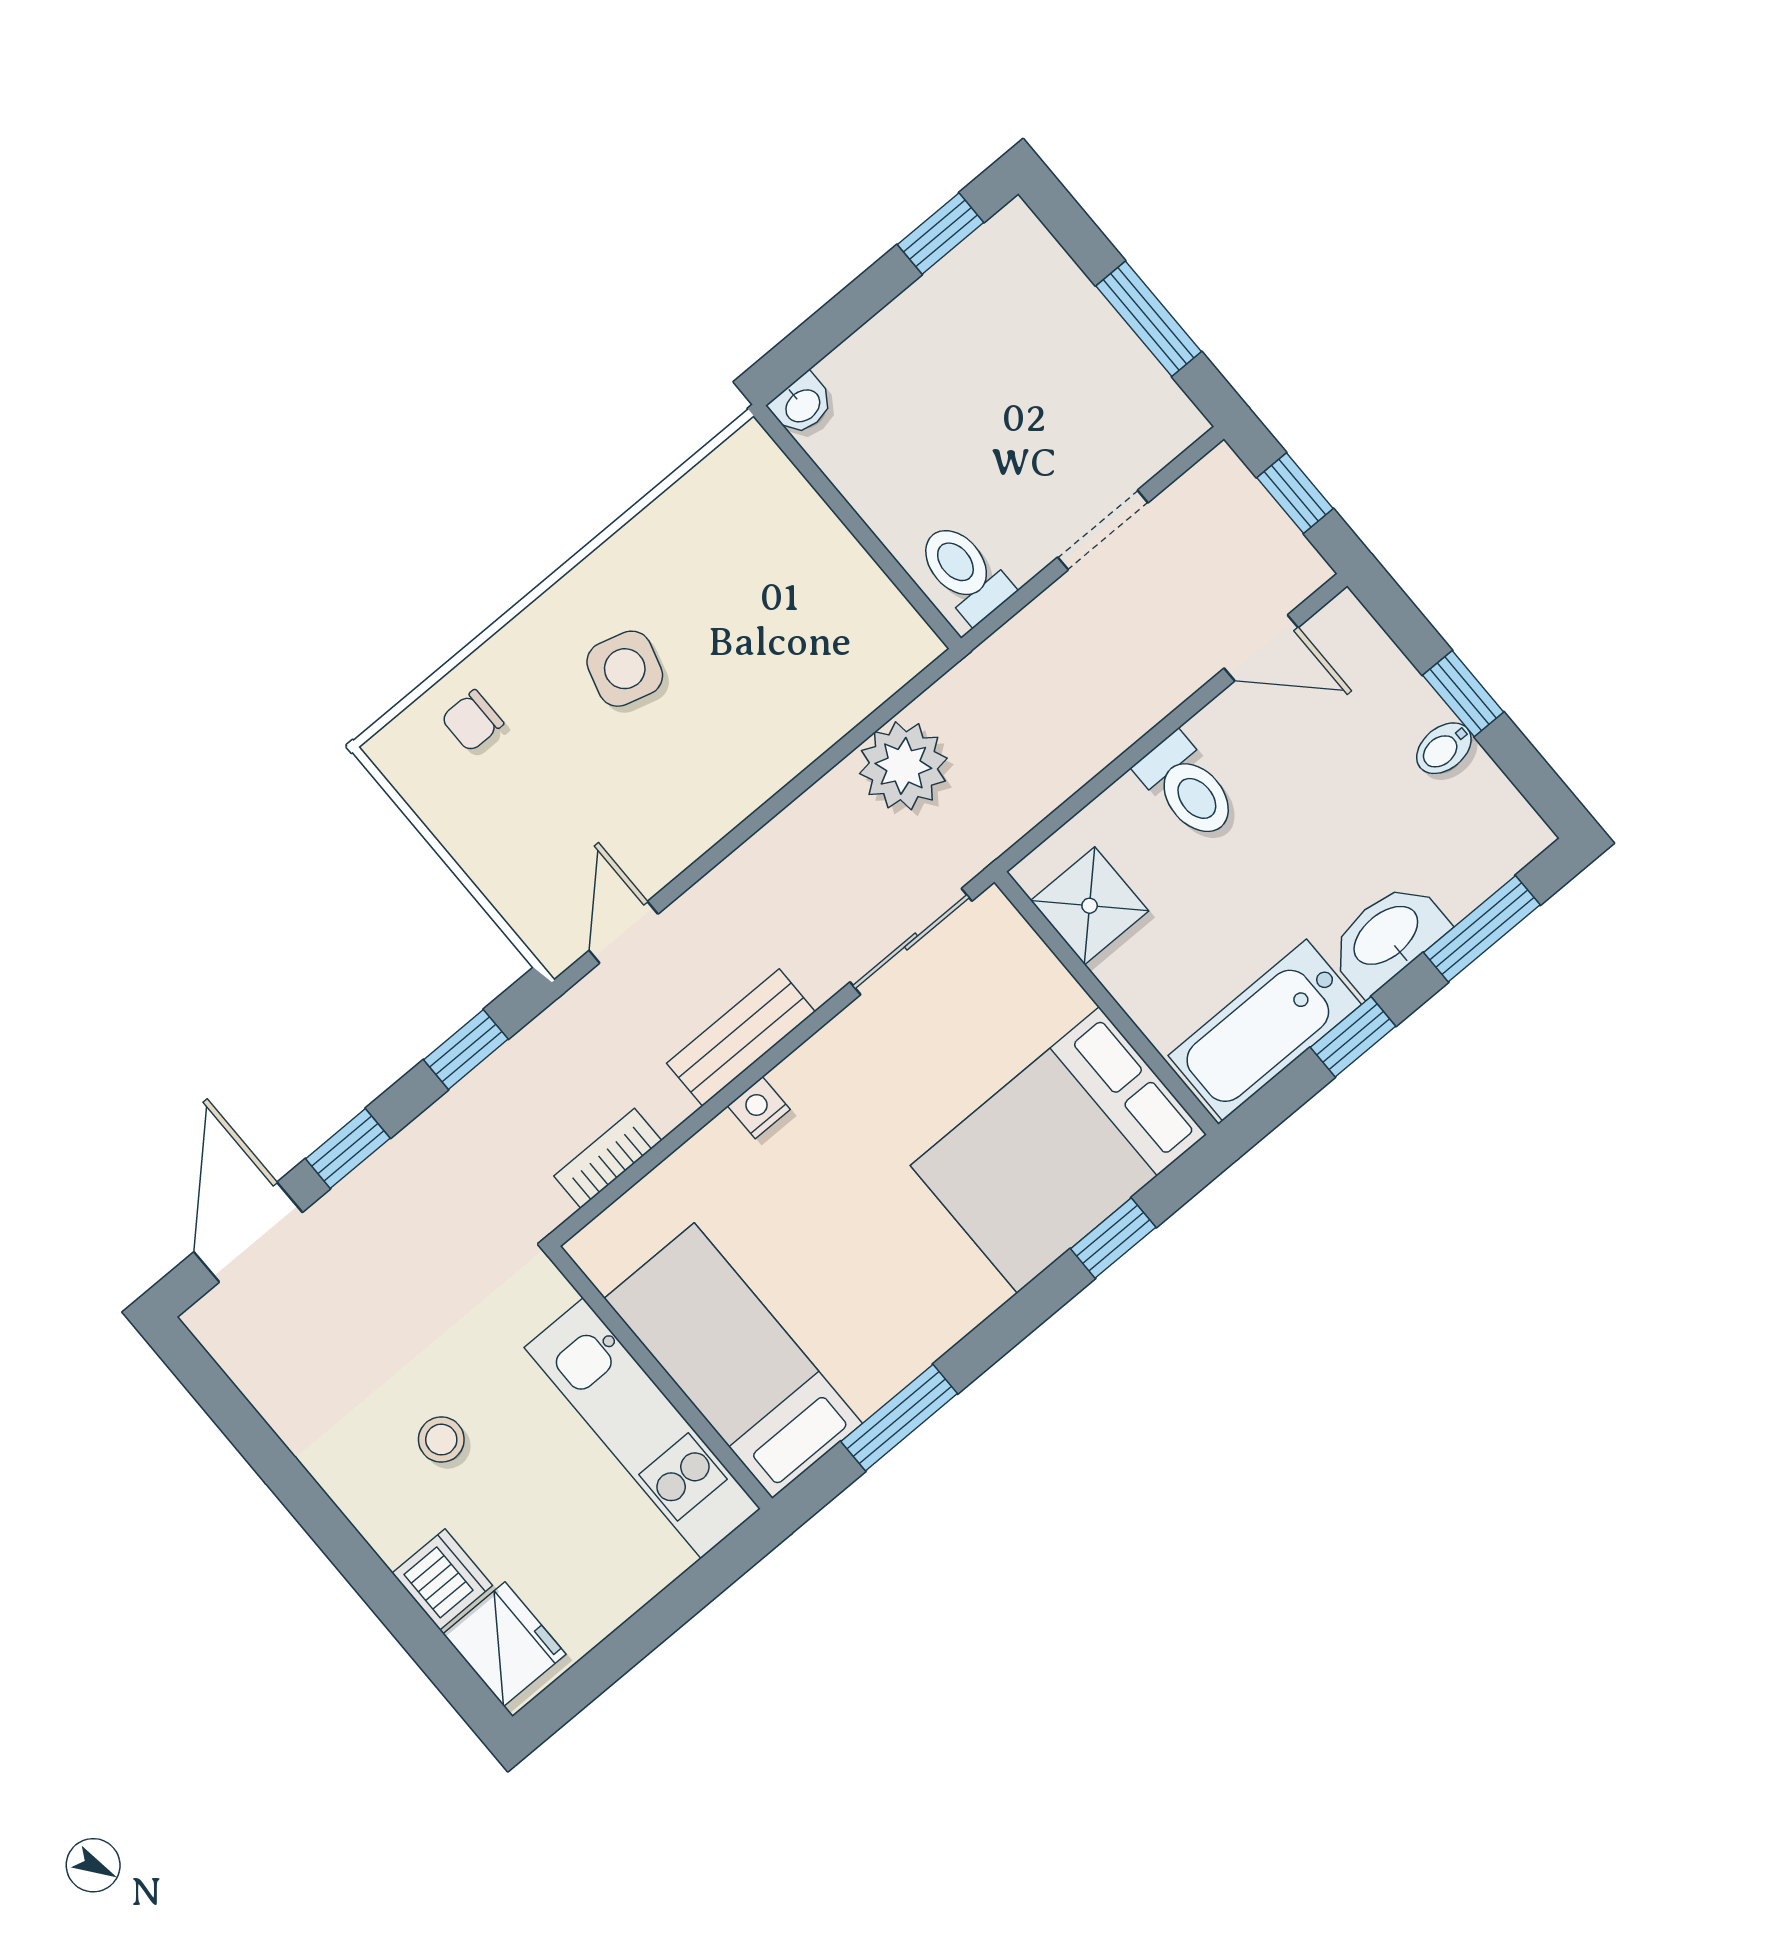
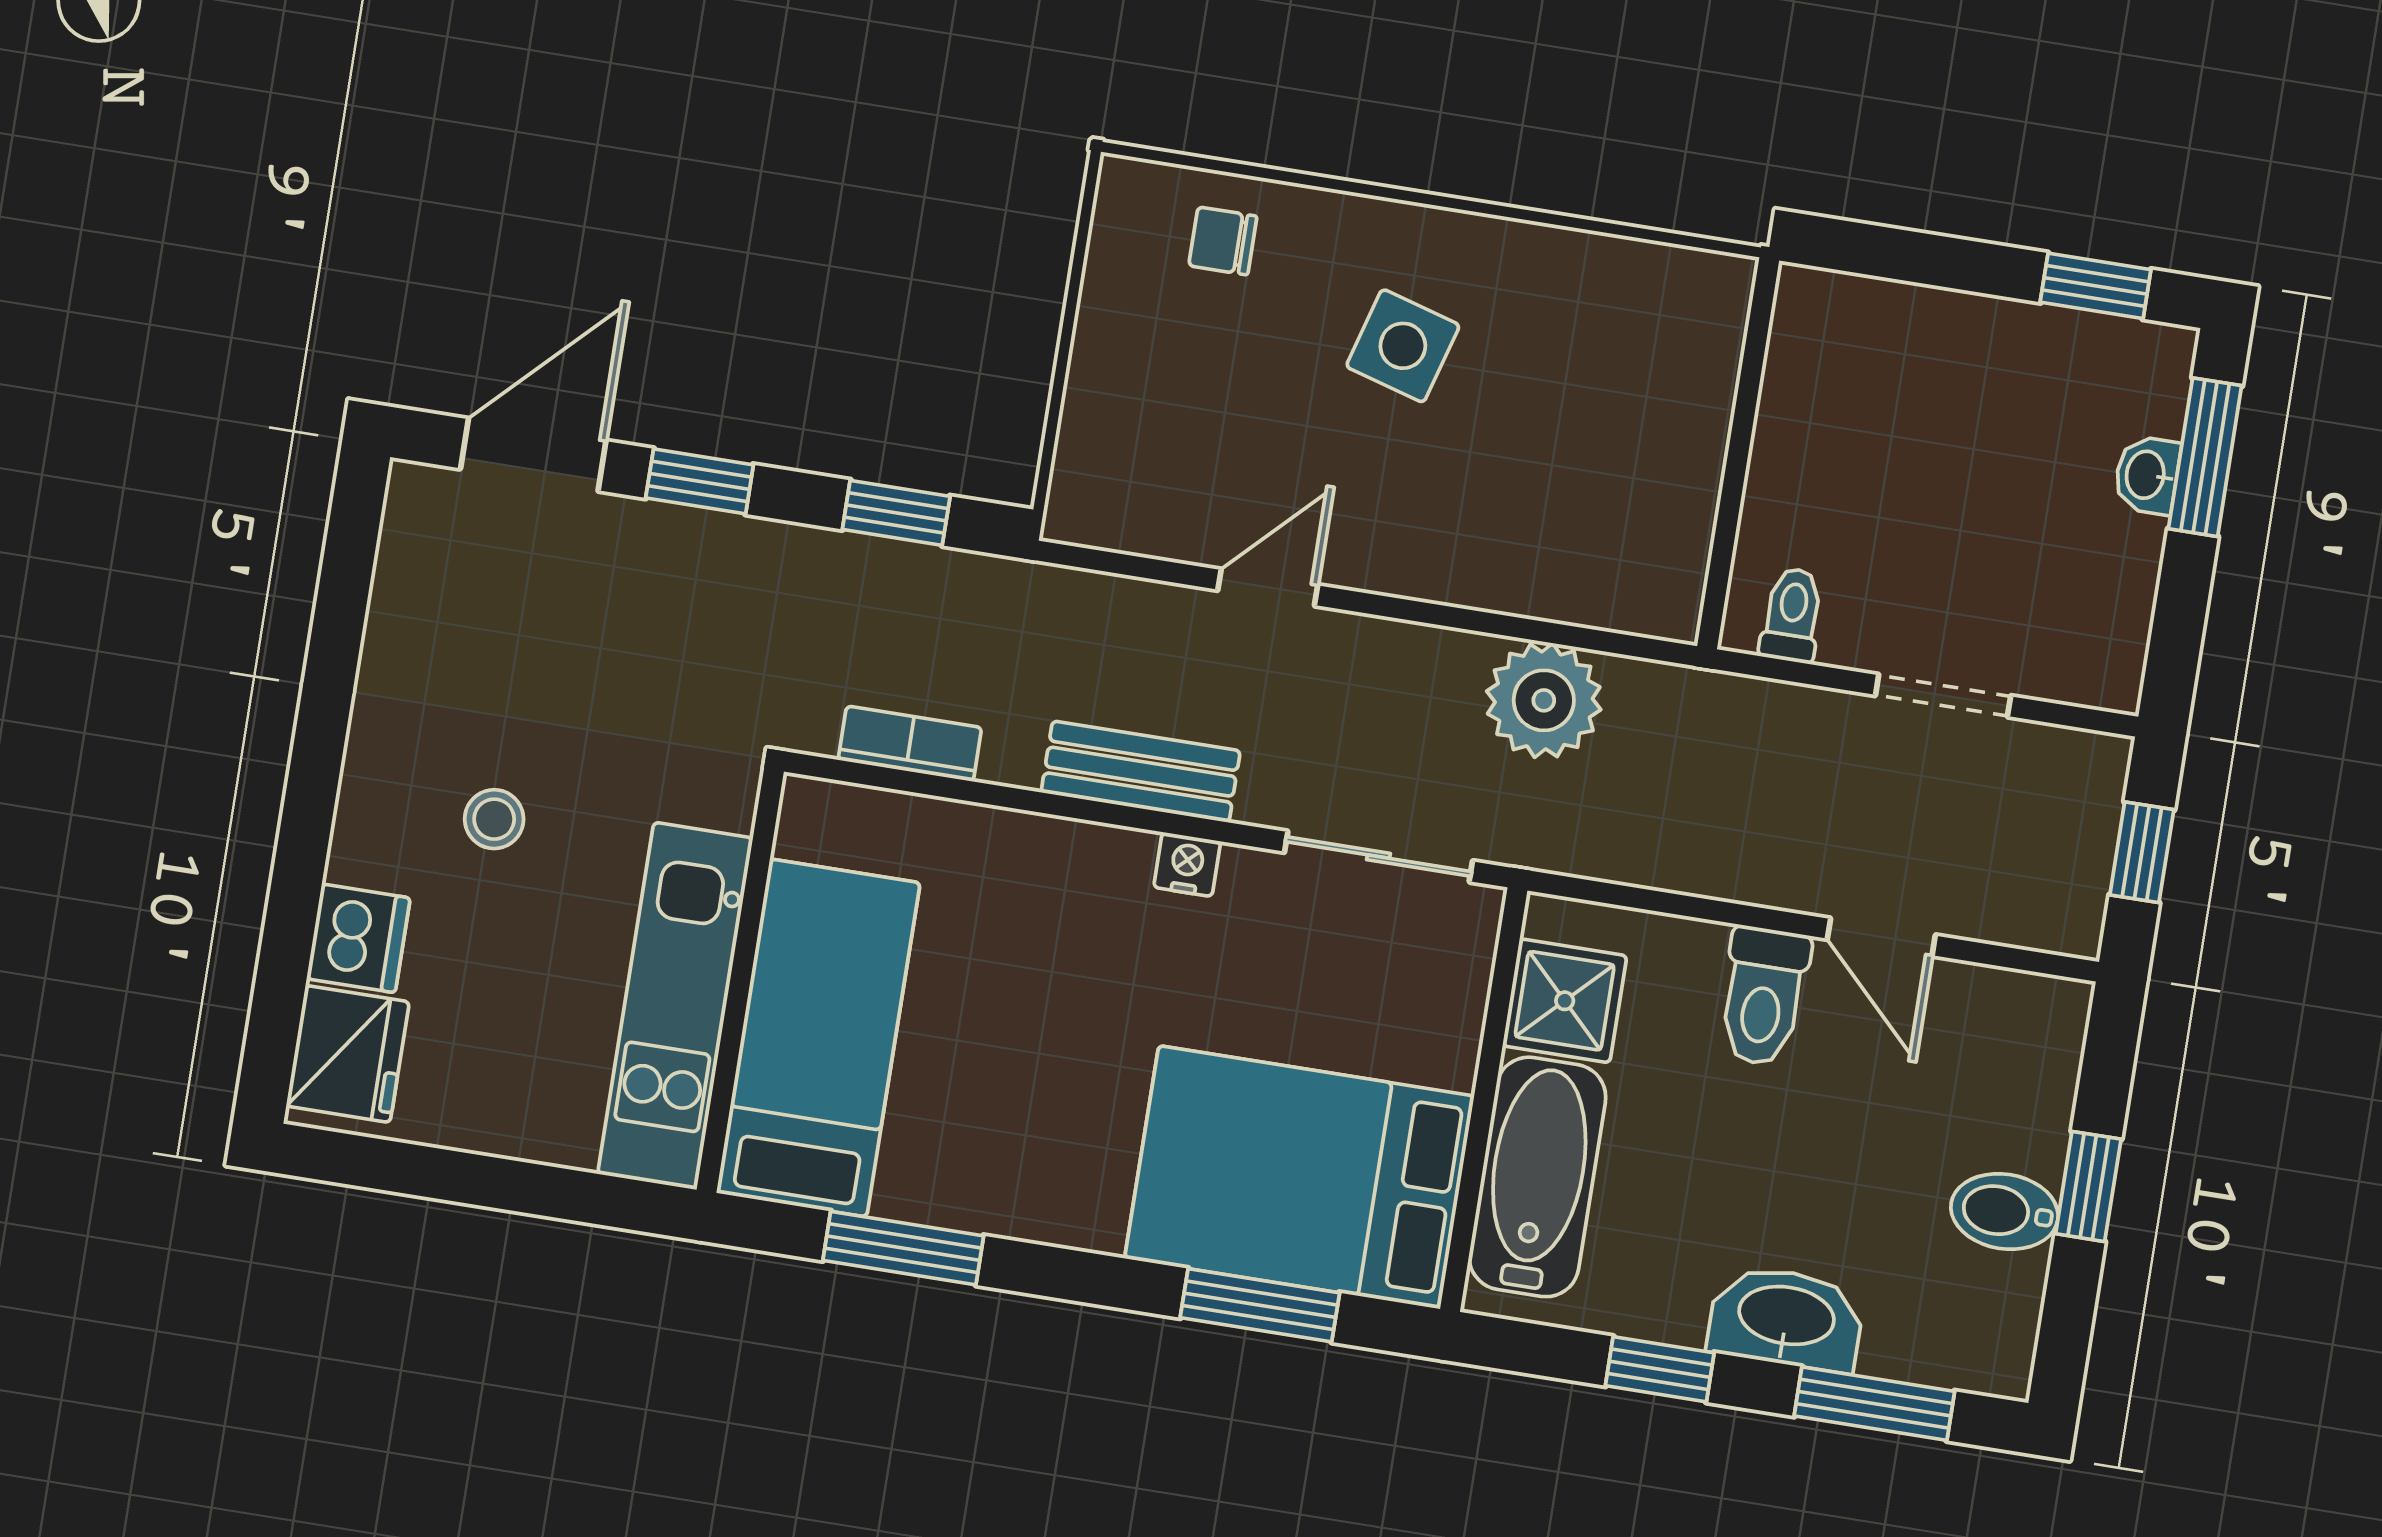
window: (1149, 319) -> (2205, 457), moved
washbasin: (802, 405) -> (2147, 475), moved, turned 90
toilet: (964, 572) -> (1792, 615), width x0.73, depth x0.72
door: (1261, 648) -> (1881, 937), moved
bidet: (1444, 748) -> (2004, 1211), width x1.38, depth x1.36
door: (624, 932) -> (1268, 587), moved
bathtub: (1265, 1030) -> (1537, 1177), moved, turned 90
nightstand: (759, 1108) -> (1187, 864), moved
window: (1113, 1238) -> (1260, 1305), width x1.50

